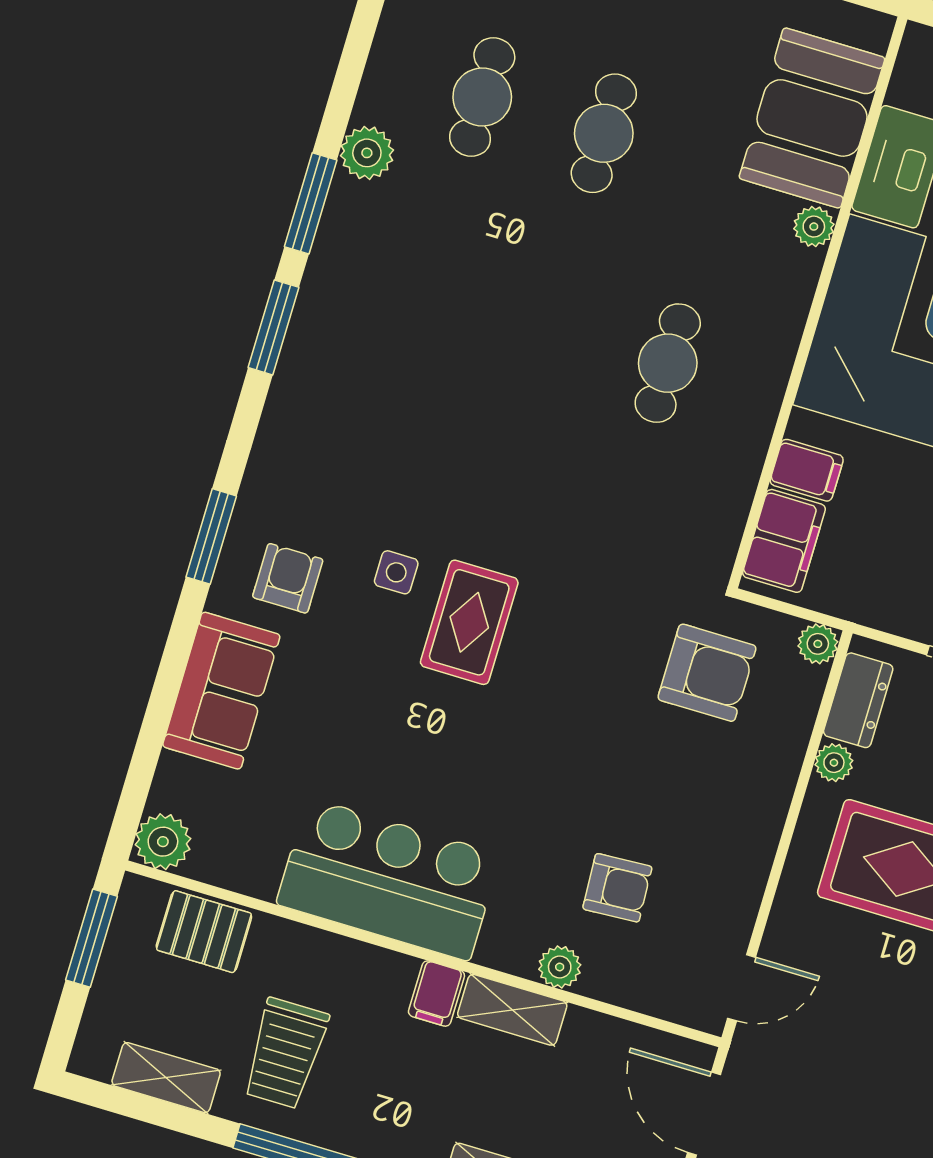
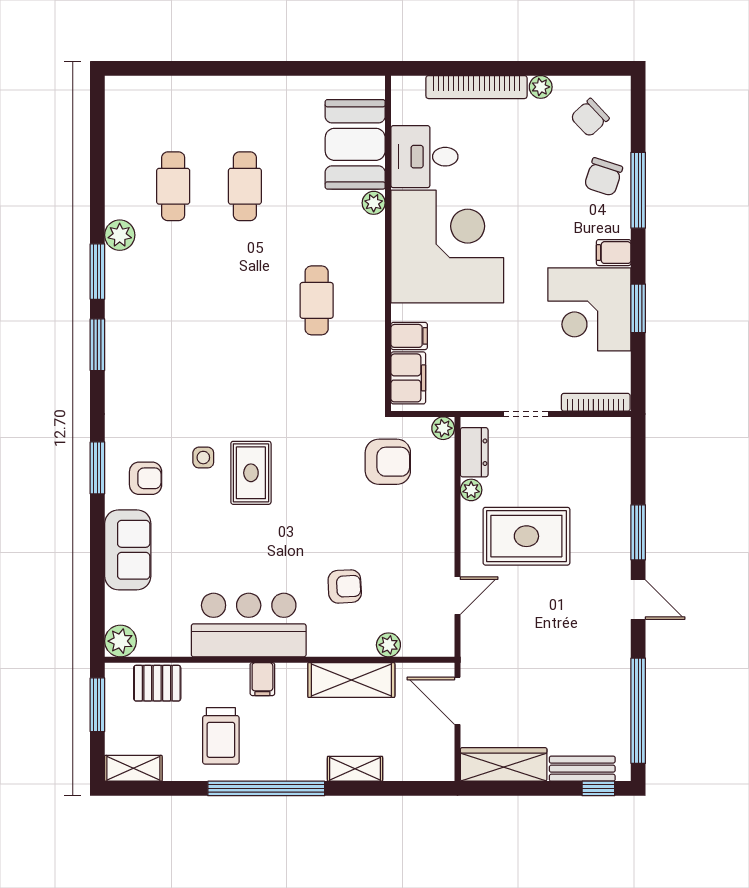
armchair: (288, 578) -> (146, 478), turned 90
armchair: (617, 888) -> (345, 586), moved
plant: (560, 967) -> (388, 645), moved
door: (742, 988) -> (457, 596), moved
filing cabinet: (436, 994) -> (262, 679), moved
shelving: (512, 1010) -> (351, 680), width x1.50, depth x1.33
shelving: (166, 1078) -> (133, 768), moved

